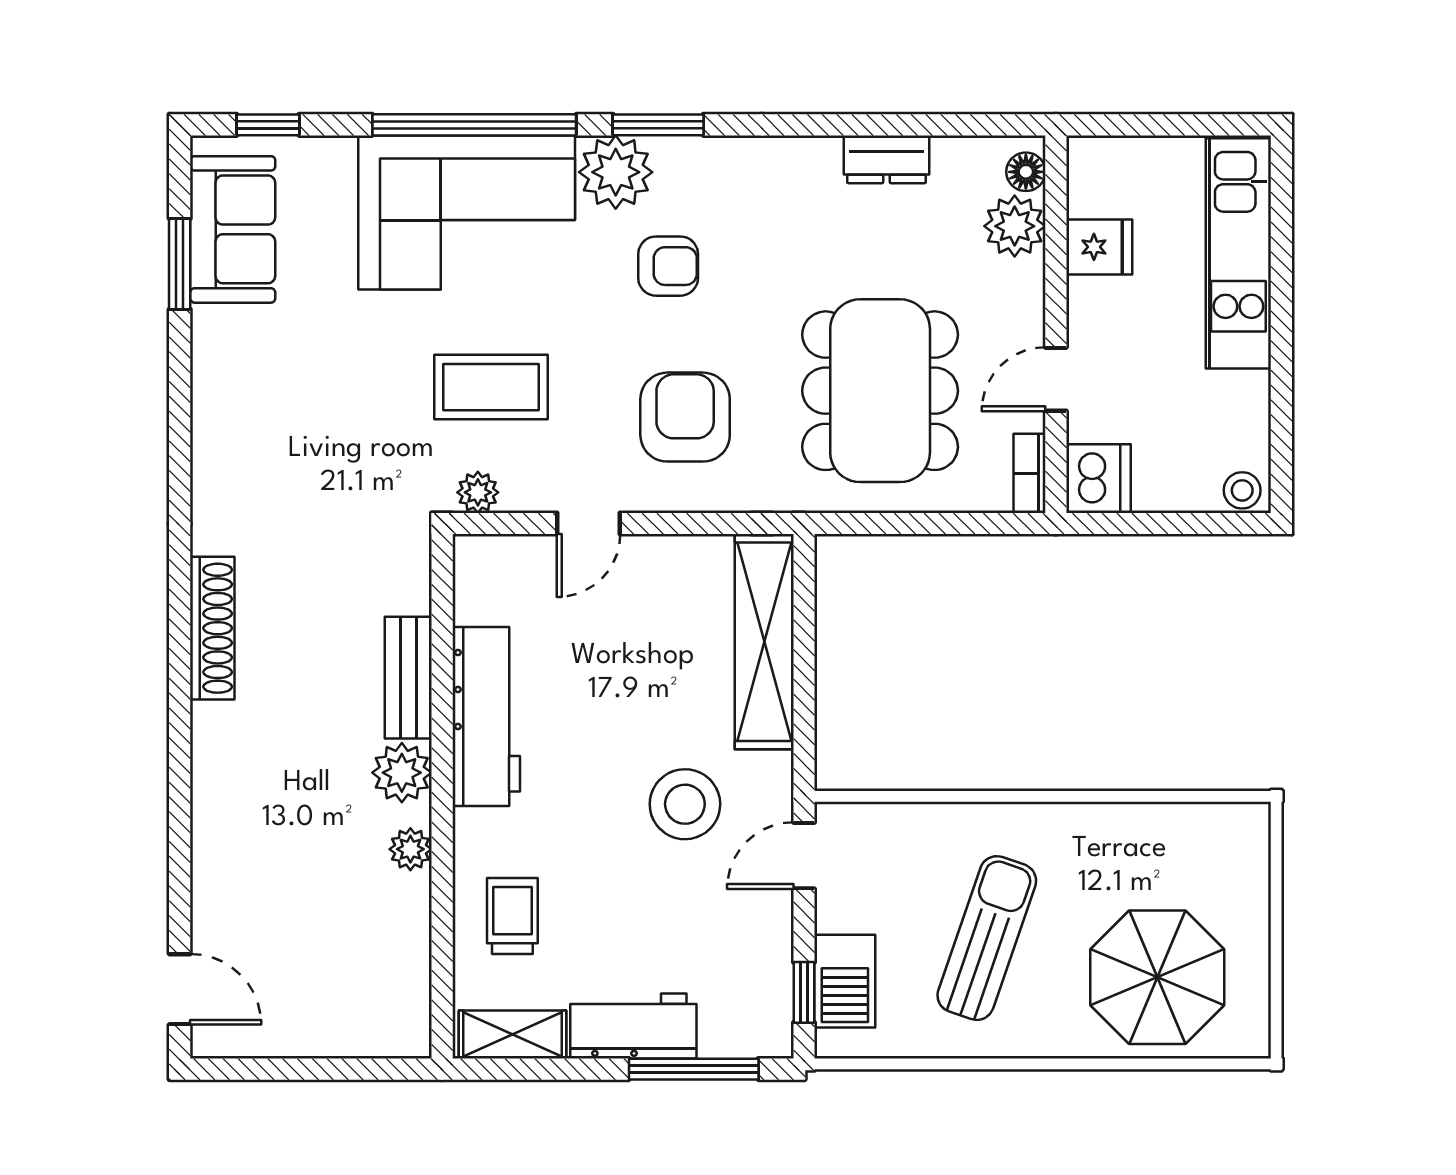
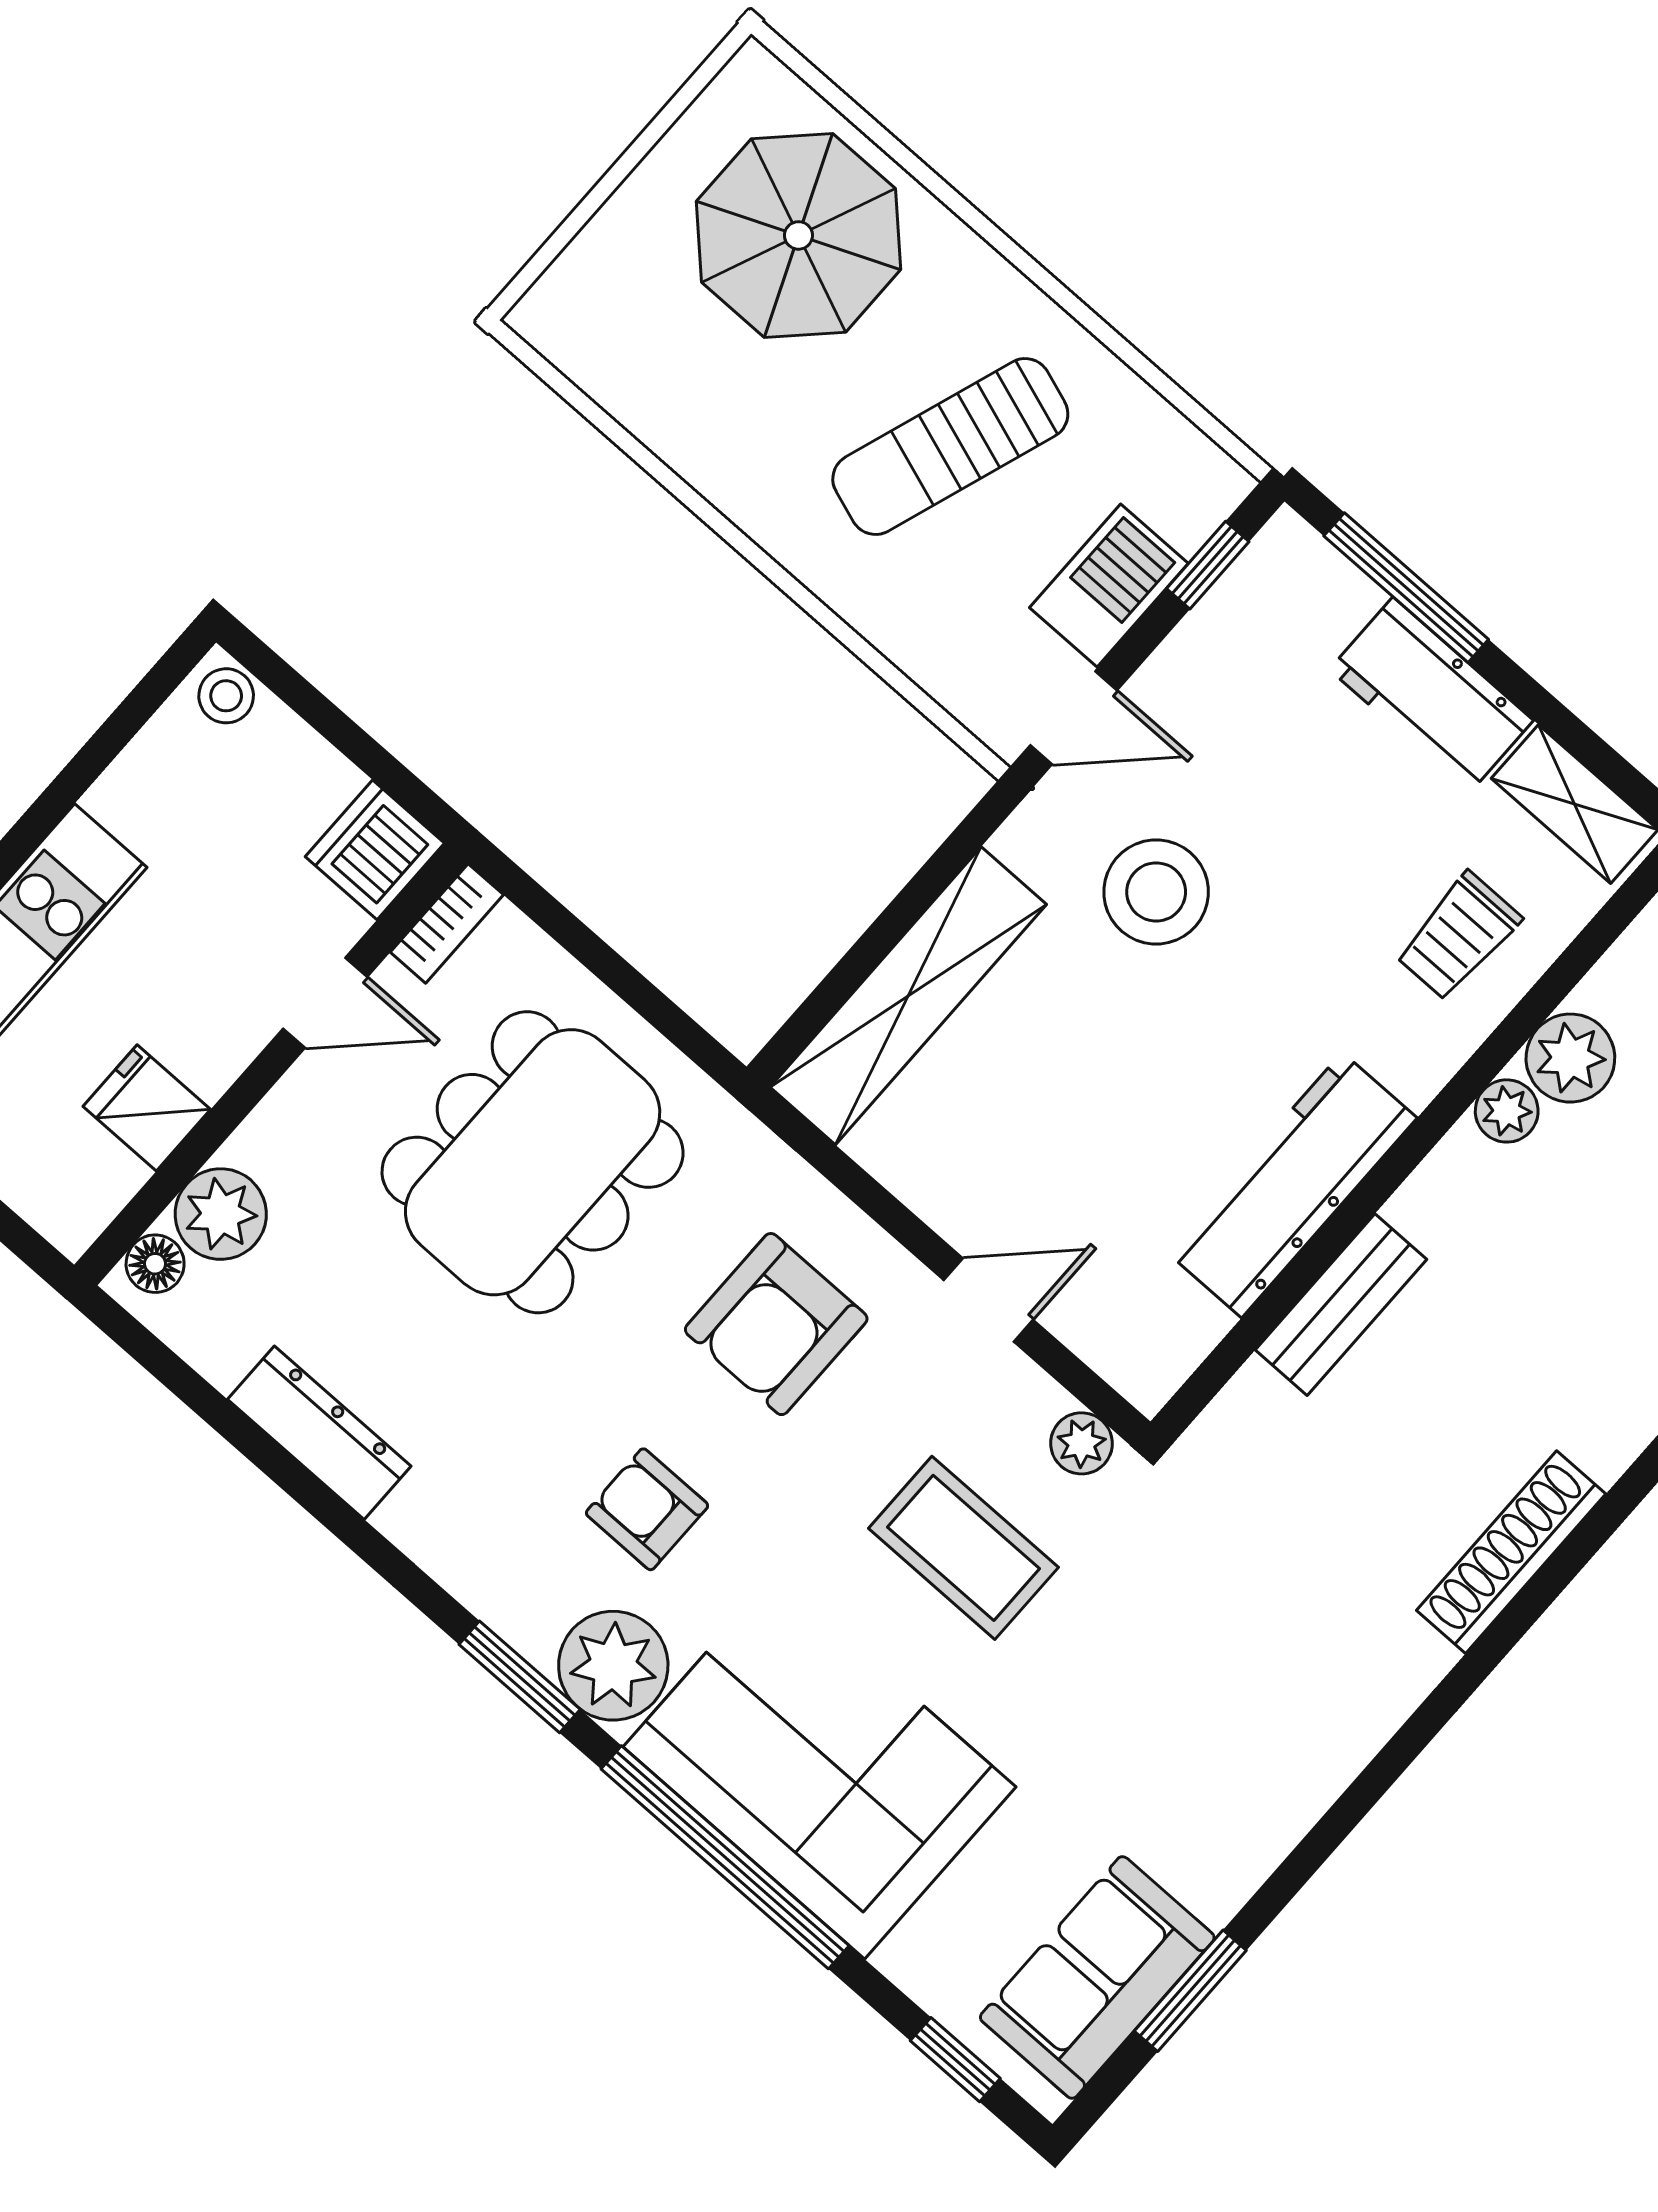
dresser: (886, 159) -> (319, 1433), width x1.44
plant: (402, 773) -> (1570, 1058), moved
barbecue: (845, 981) -> (1109, 586), moved

